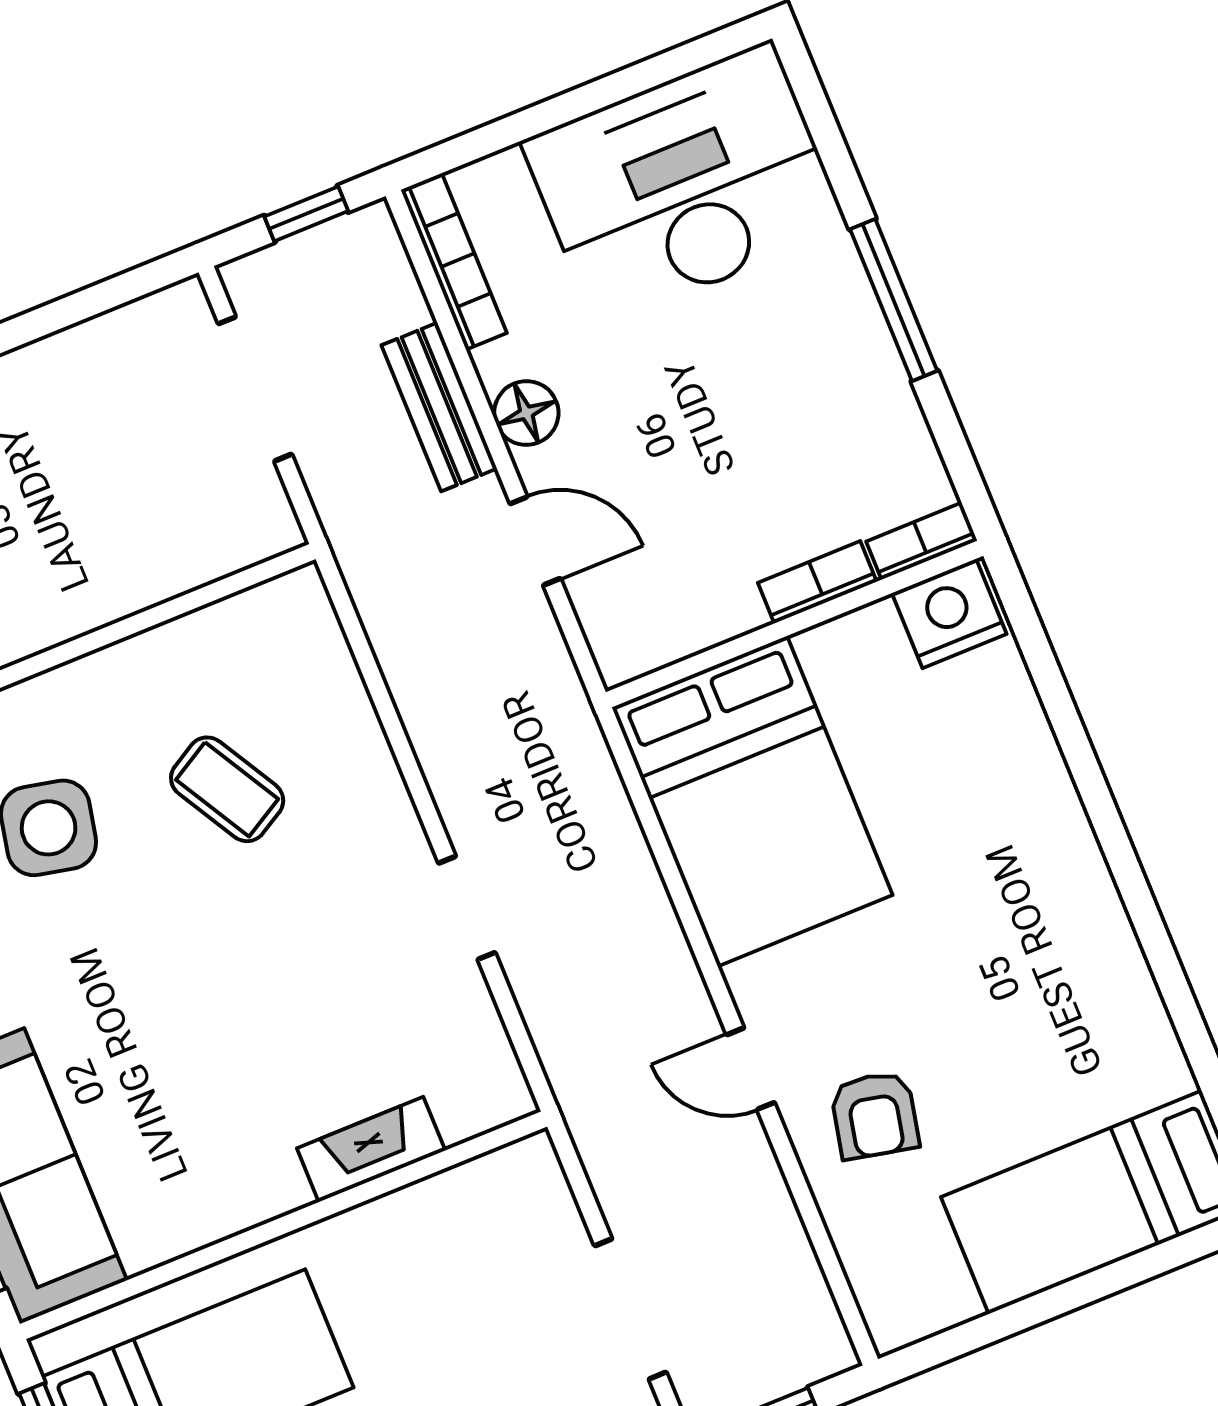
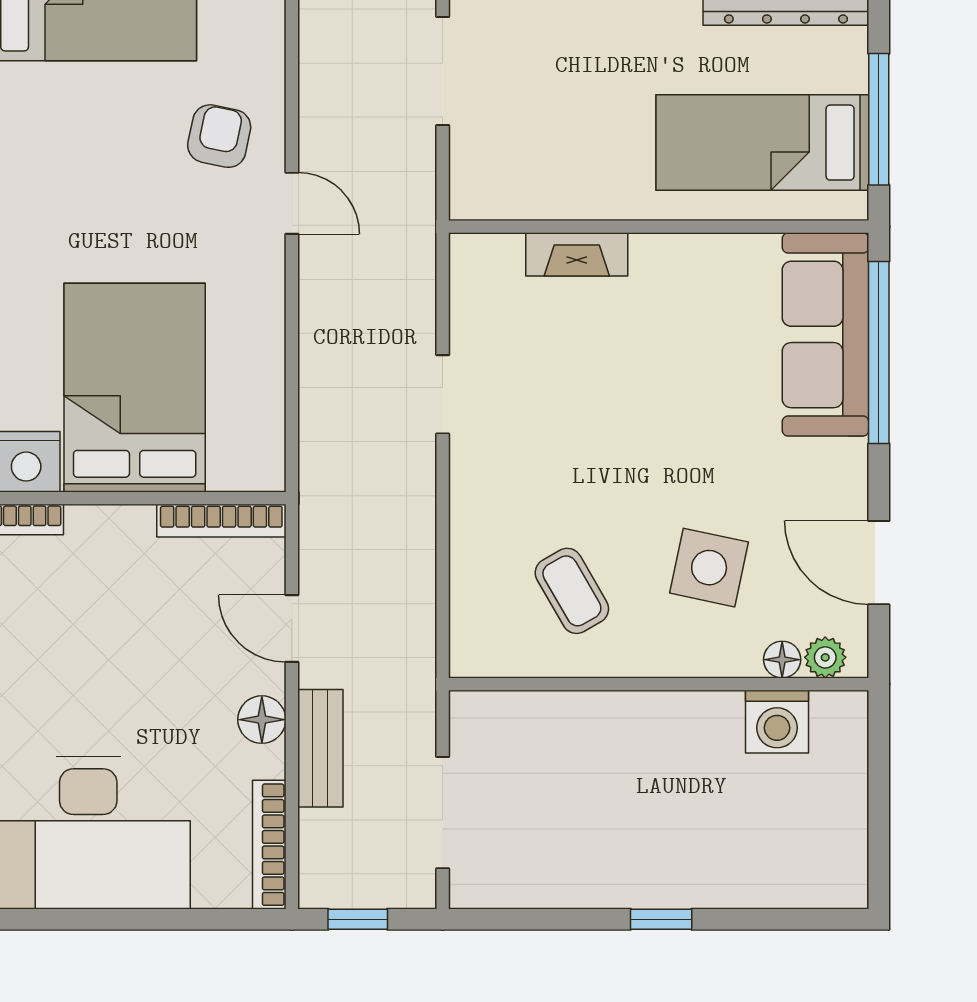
bookcase: (817, 582) -> (221, 521), moved, width x1.56
coffee table: (227, 789) -> (572, 591), moved
bed: (752, 801) -> (135, 388), moved

